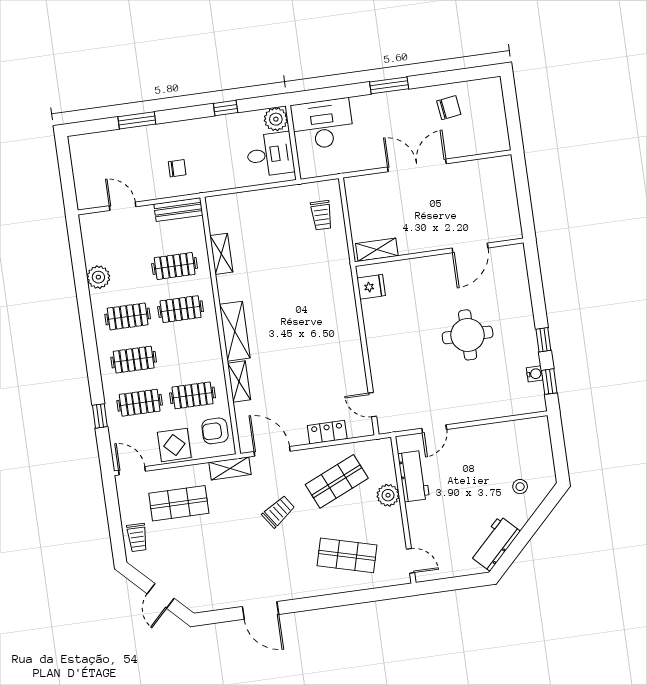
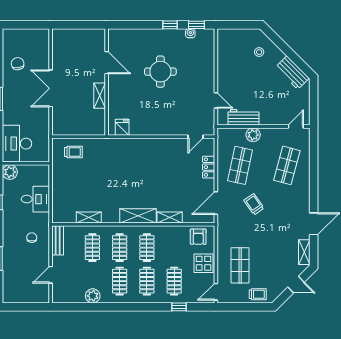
desk: (270, 154) -> (35, 199), moved, turned 90
shelving: (377, 250) -> (100, 96), moved
clothes rail: (193, 395) -> (147, 248), moved
shelving: (230, 468) -> (304, 252), moved
shop shelf: (337, 481) -> (240, 165), turned 36

